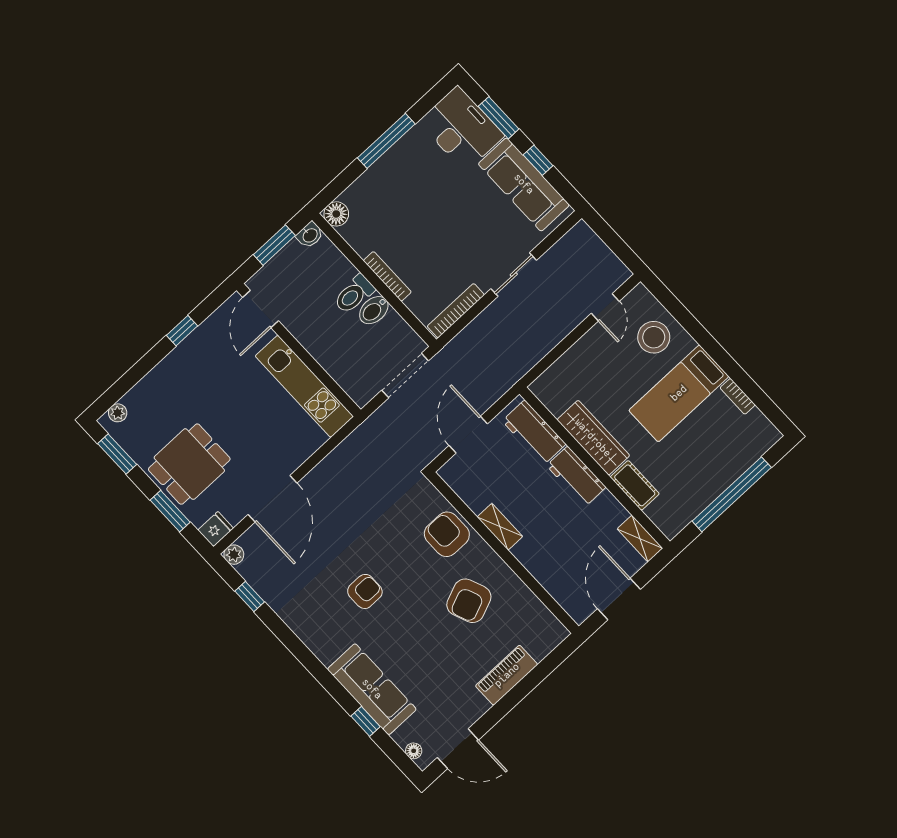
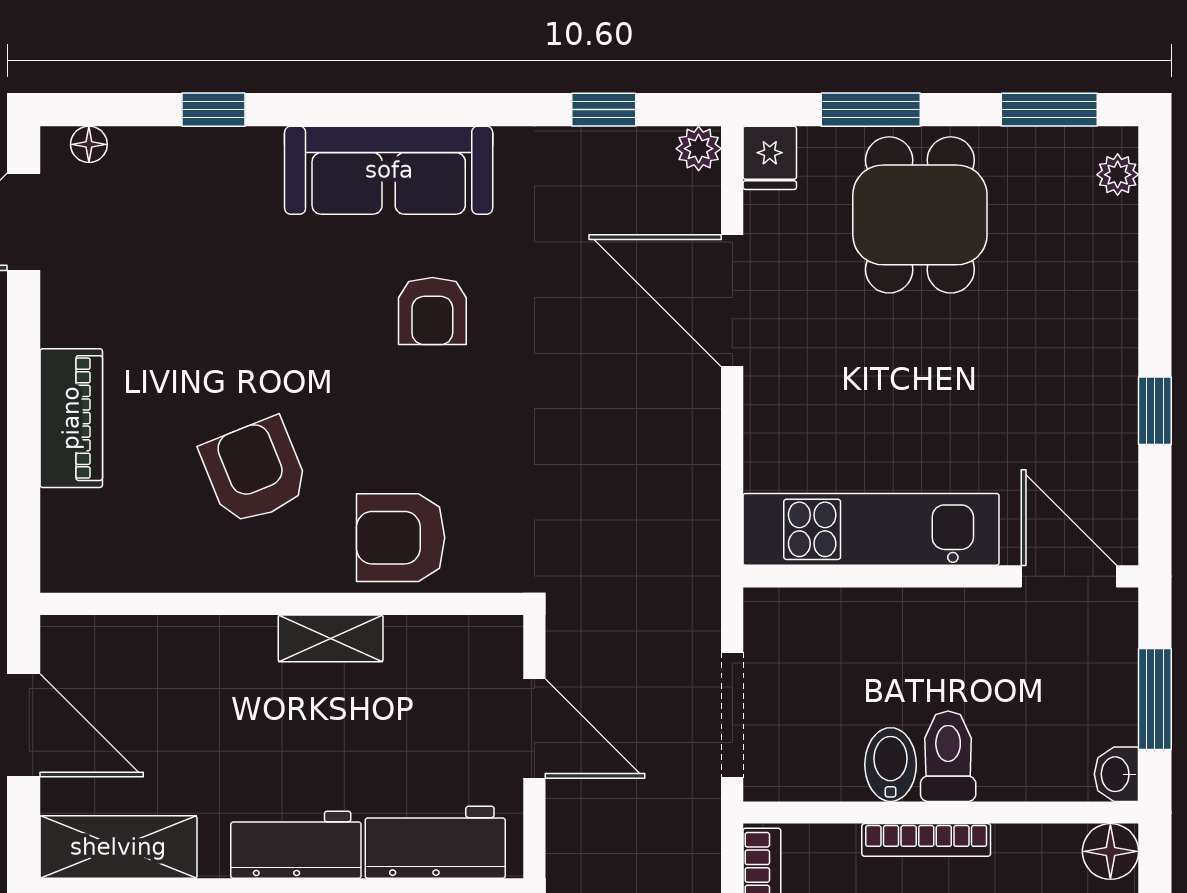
armchair: (447, 534) -> (401, 538), turned 180
shelving: (640, 539) -> (118, 847), width x1.50, depth x1.33
sofa: (372, 689) -> (389, 170), moved

